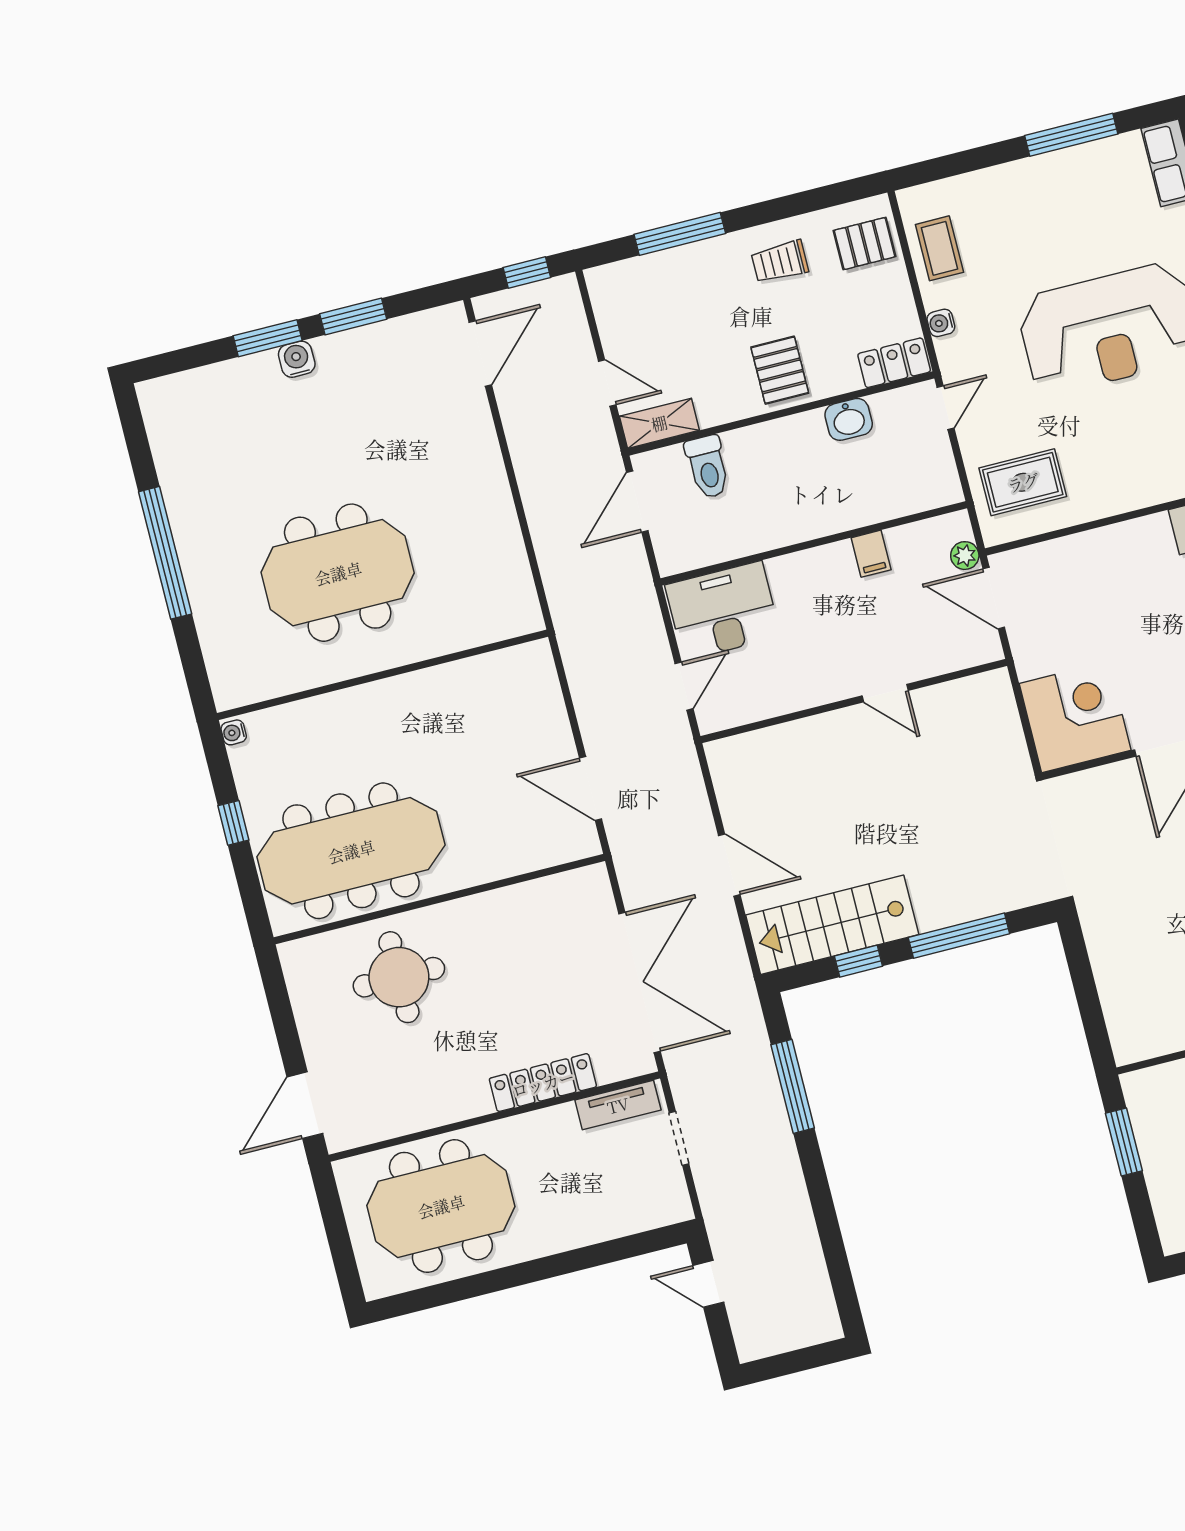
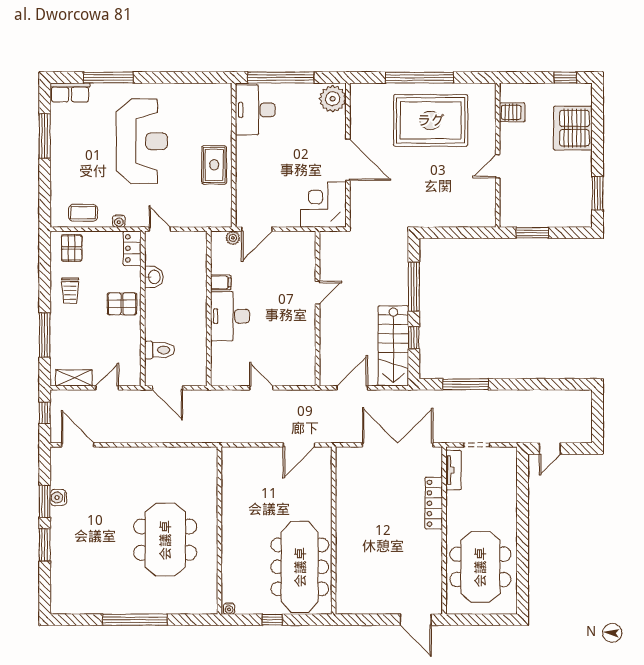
water cooler: (297, 359) -> (58, 498), moved
shelving: (659, 423) -> (74, 378), moved, turned 90
rug: (1023, 482) -> (214, 165), moved
desk: (723, 611) -> (230, 316), moved
door: (885, 693) -> (318, 293), moved
wall: (854, 701) -> (318, 309), moved
round table: (399, 977) -> (366, 559), removed

